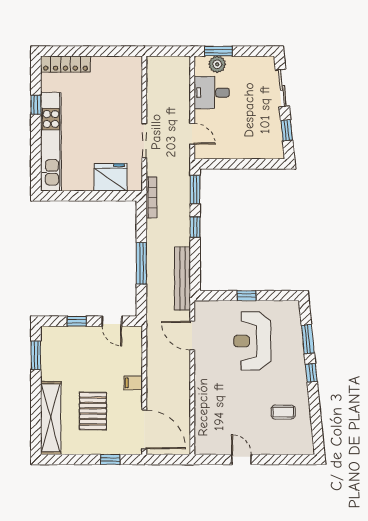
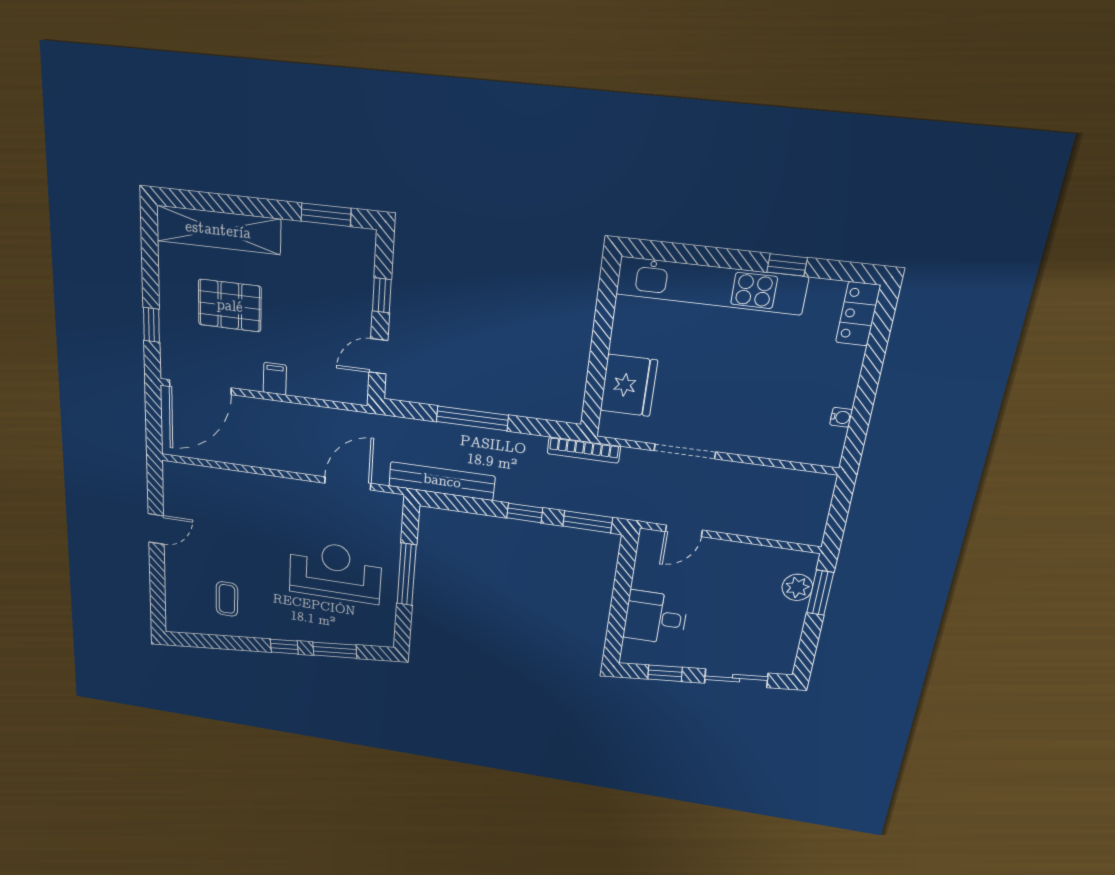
water cooler: (113, 61) -> (841, 417), added
locker: (65, 64) -> (858, 314), width x0.66
desk: (212, 93) -> (655, 618), moved, turned -90
window: (247, 296) -> (407, 574), width x2.17

